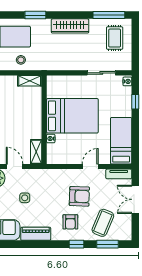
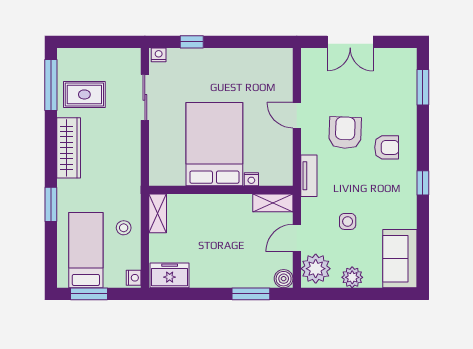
rug: (115, 38) -> (84, 94), moved
bed: (121, 141) -> (255, 65), removed
tv unit: (119, 174) -> (309, 176), moved
coffee table: (103, 223) -> (388, 95), removed
piano: (36, 234) -> (406, 204), removed
window: (77, 244) -> (423, 183), moved

